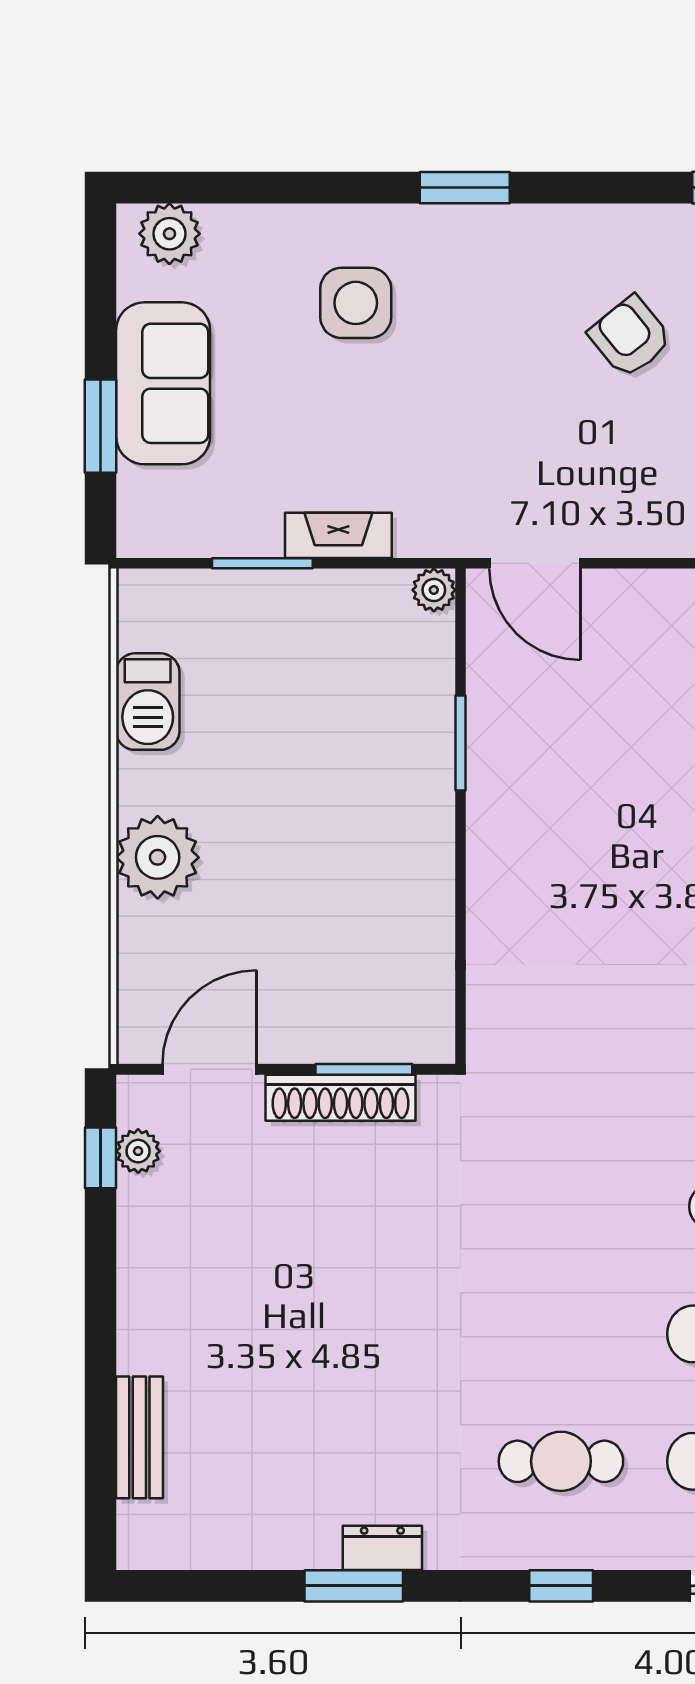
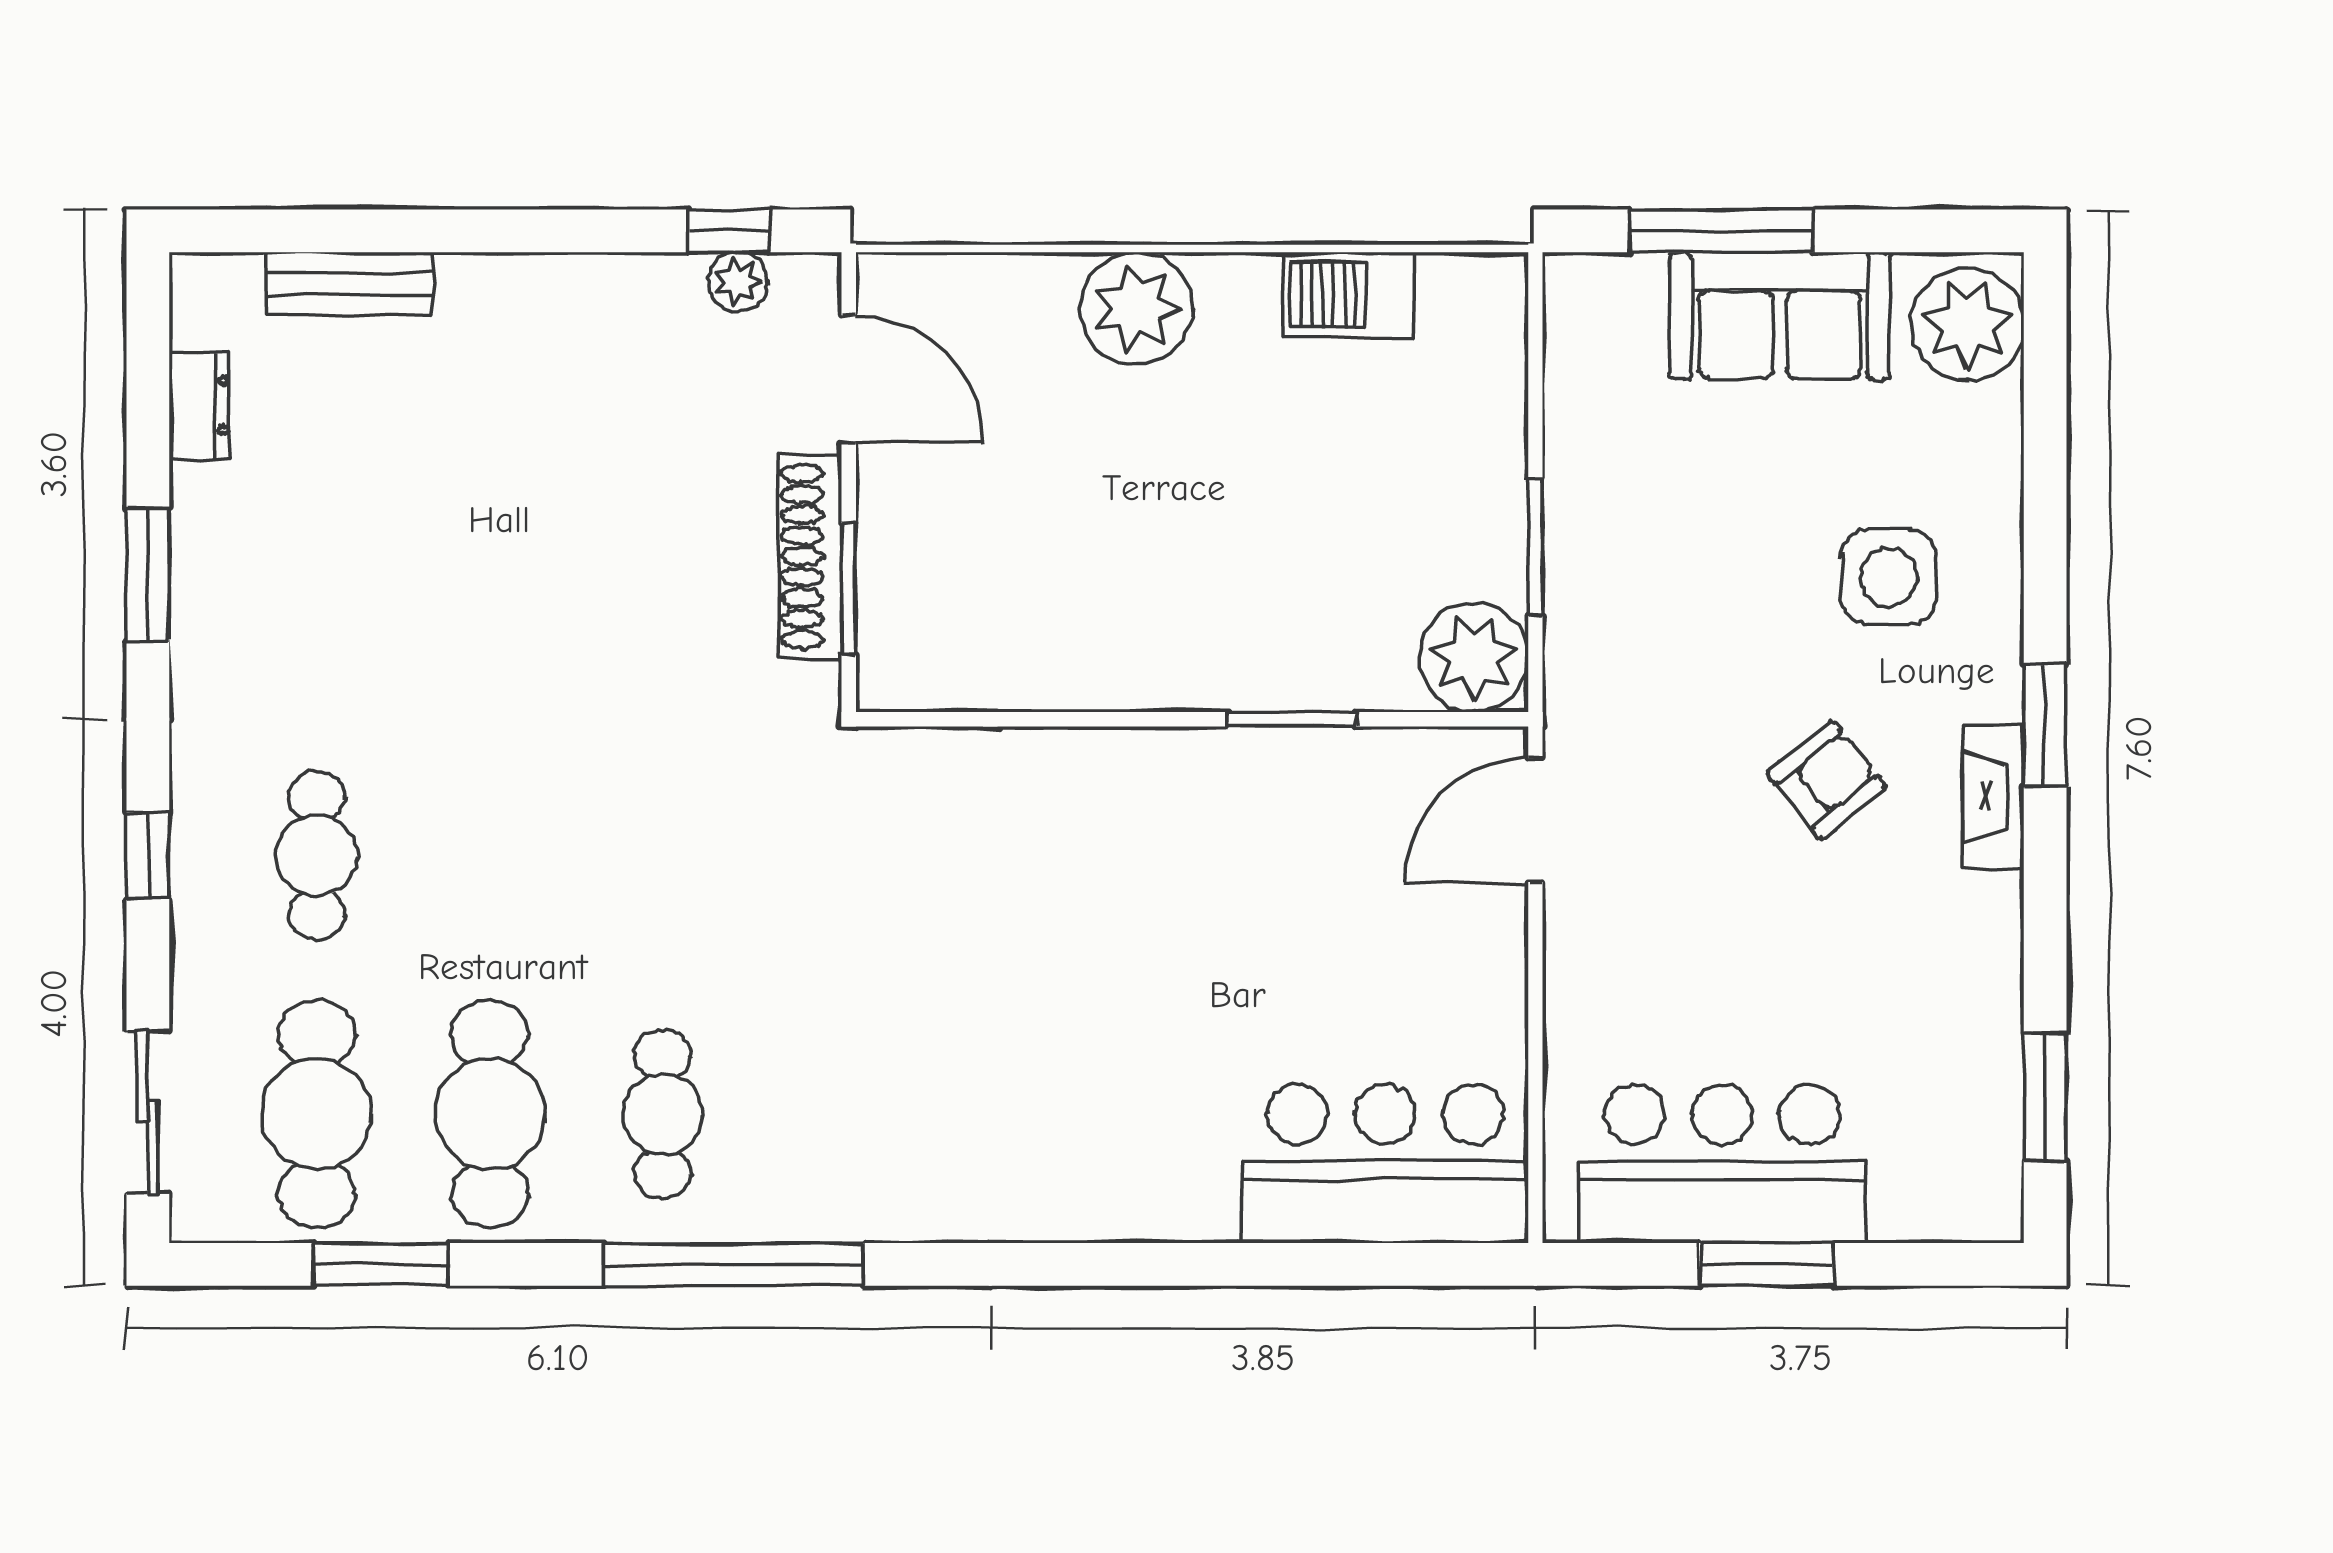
plant: (169, 234) -> (1968, 324), width x1.36, depth x1.36
armchair: (630, 337) -> (1827, 780), moved
window: (101, 426) -> (1722, 231), width x1.44
fireplace: (338, 535) -> (1993, 796), moved, turned 180
window: (262, 563) -> (1535, 547), moved
plant: (434, 590) -> (1474, 658), width x1.87, depth x1.87
dresser: (382, 1548) -> (199, 405), moved

